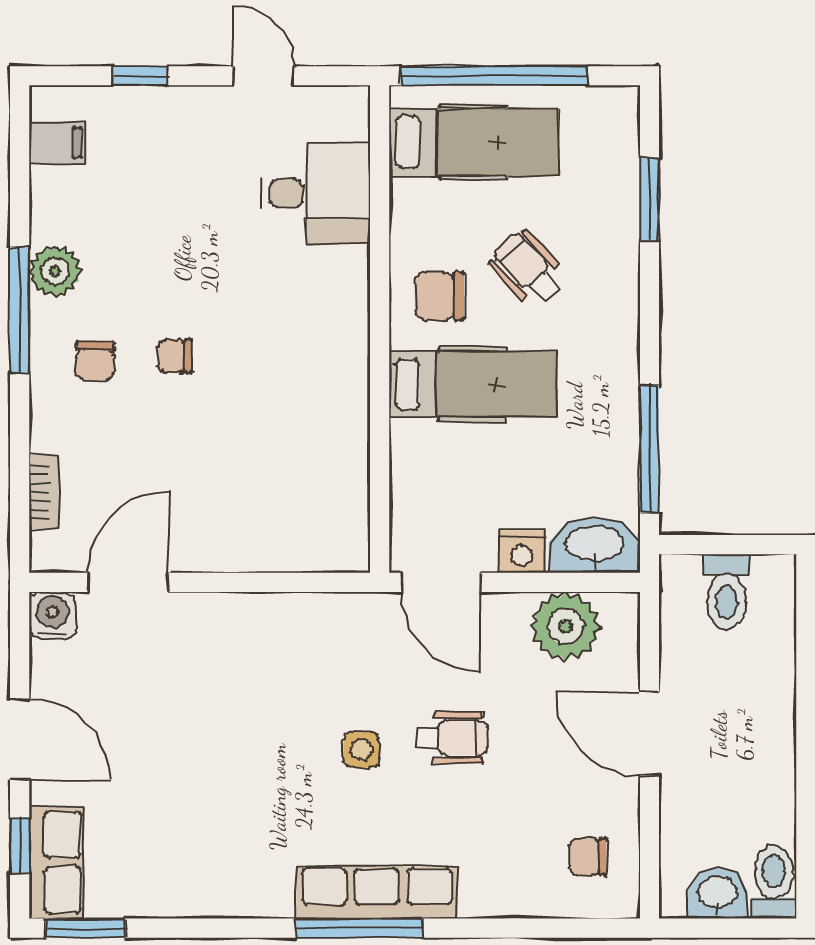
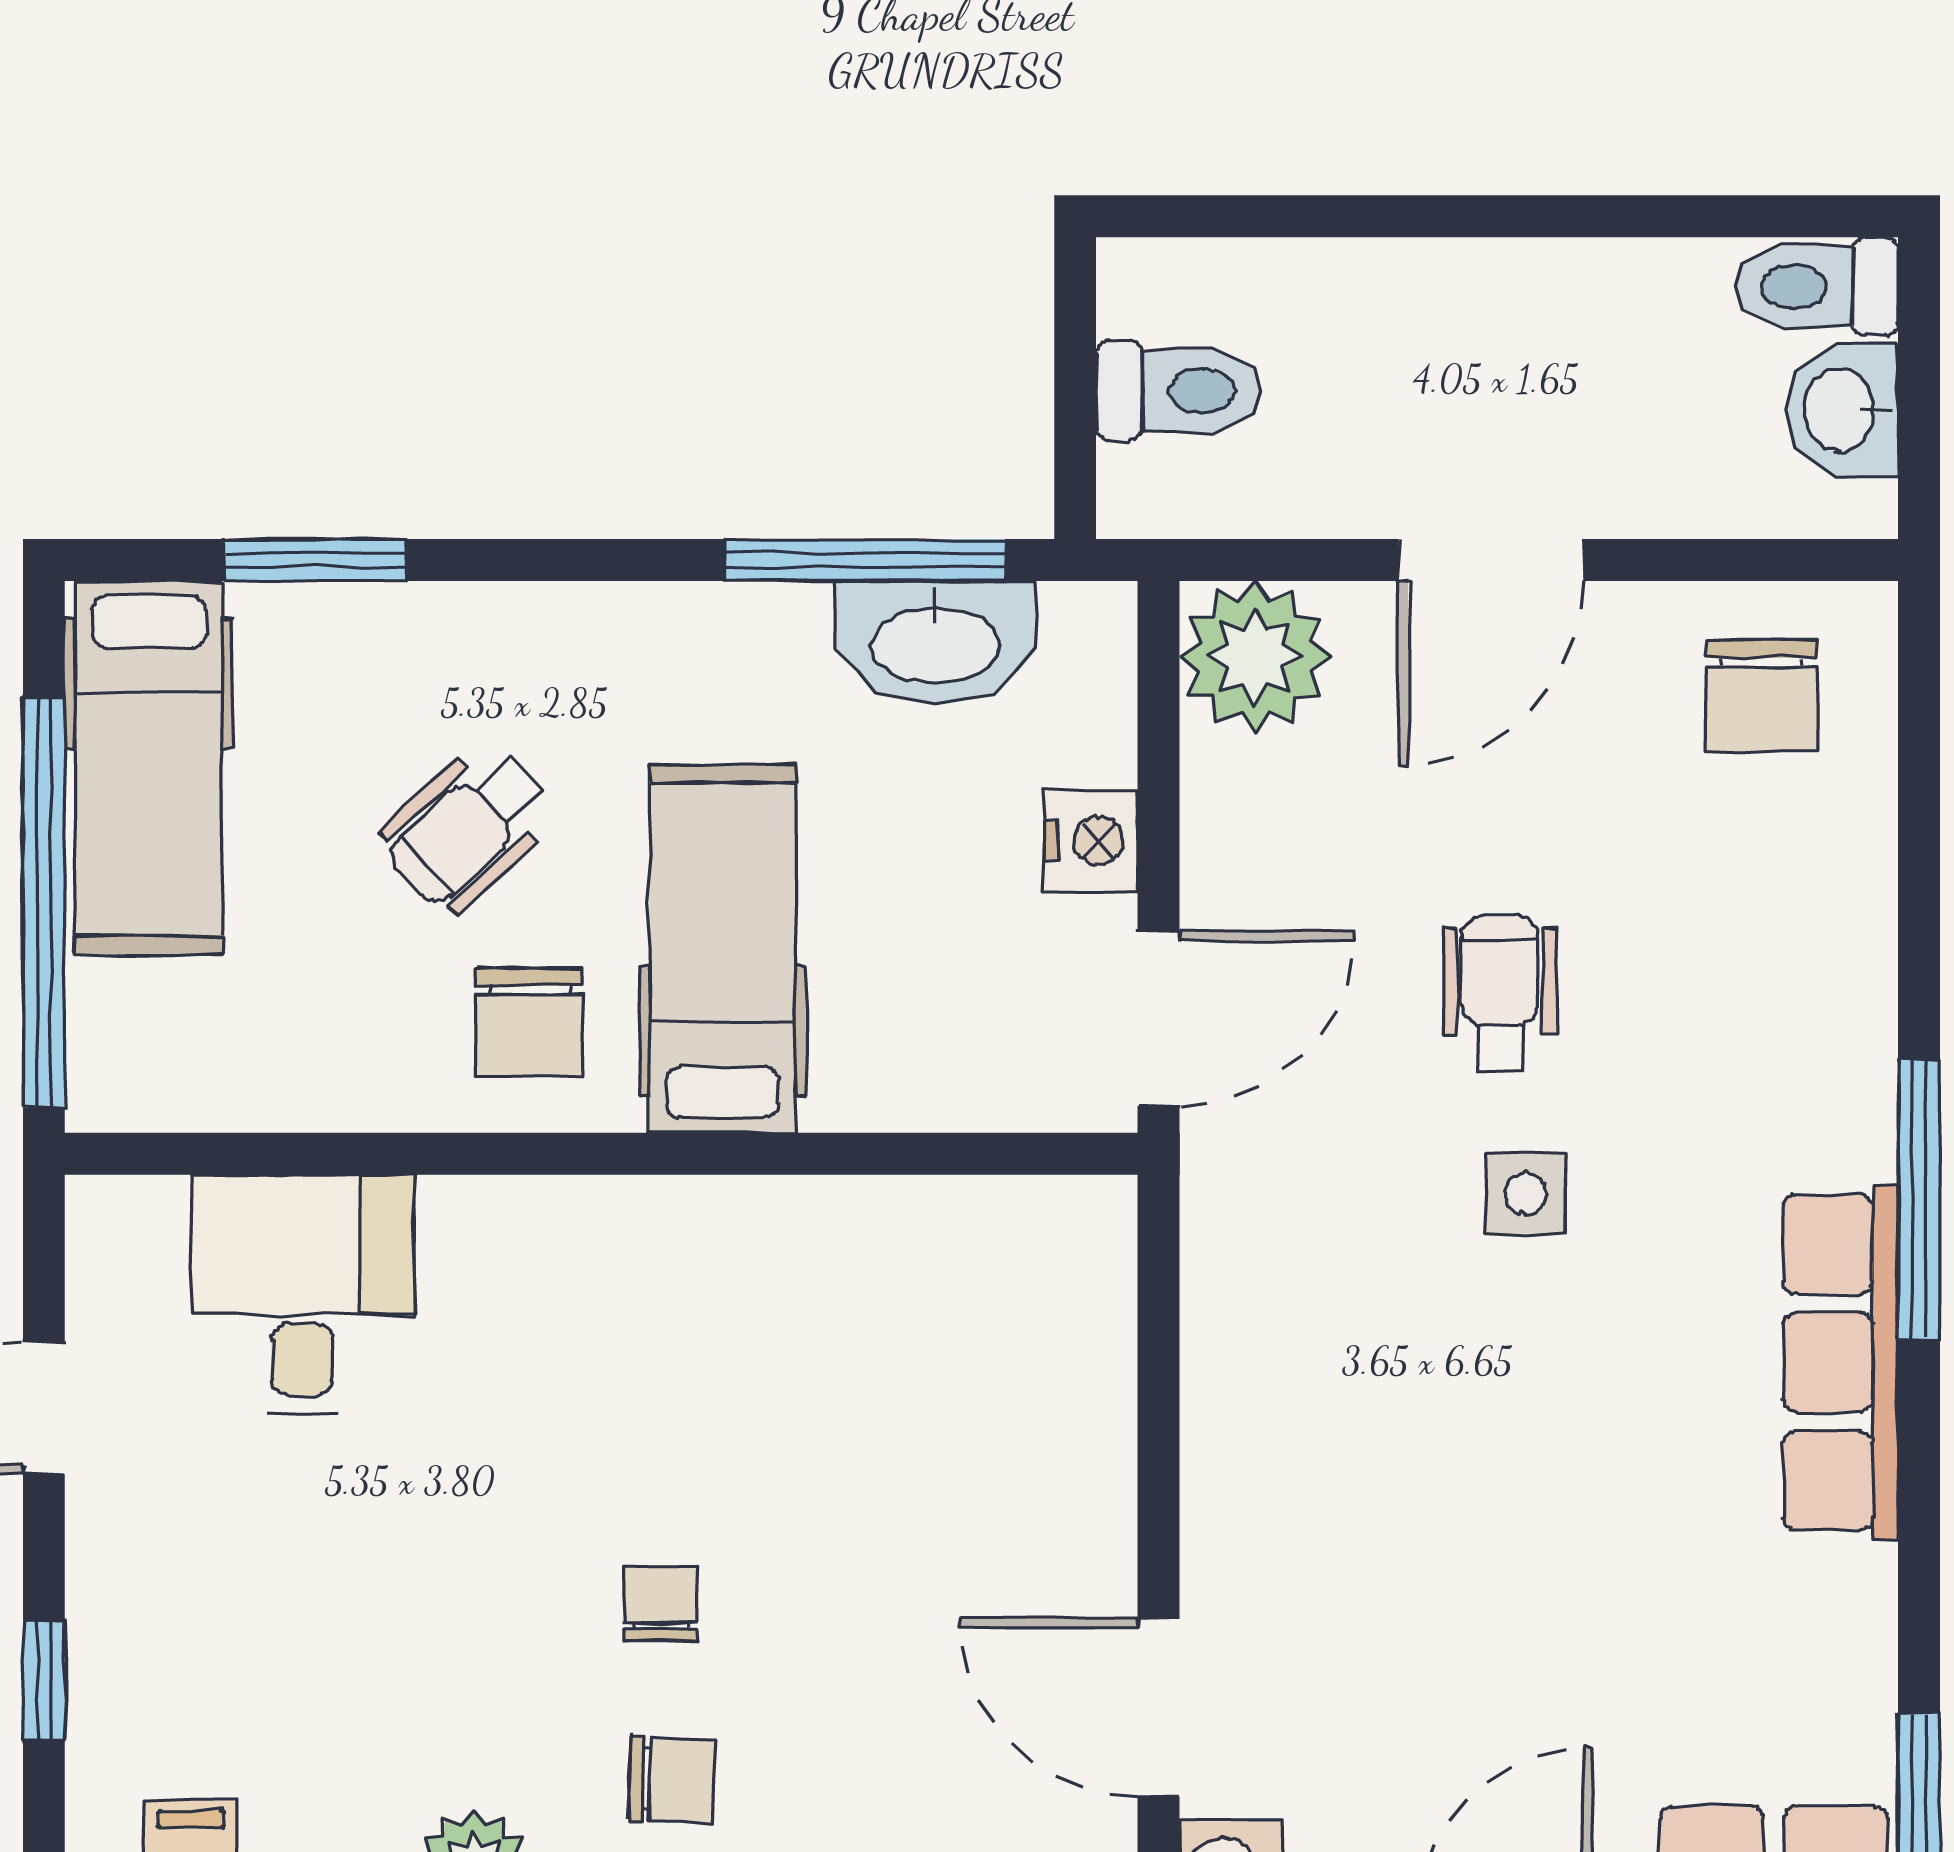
hospital bed: (474, 142) -> (149, 767), moved, turned 180
chair: (175, 356) -> (661, 1604), turned 180
washbasin: (594, 545) -> (936, 642), moved, turned -90
plant: (566, 626) -> (1255, 657), moved
chair: (588, 857) -> (1761, 696), width x1.37, depth x1.37
row of seats: (377, 893) -> (1841, 1362), moved

